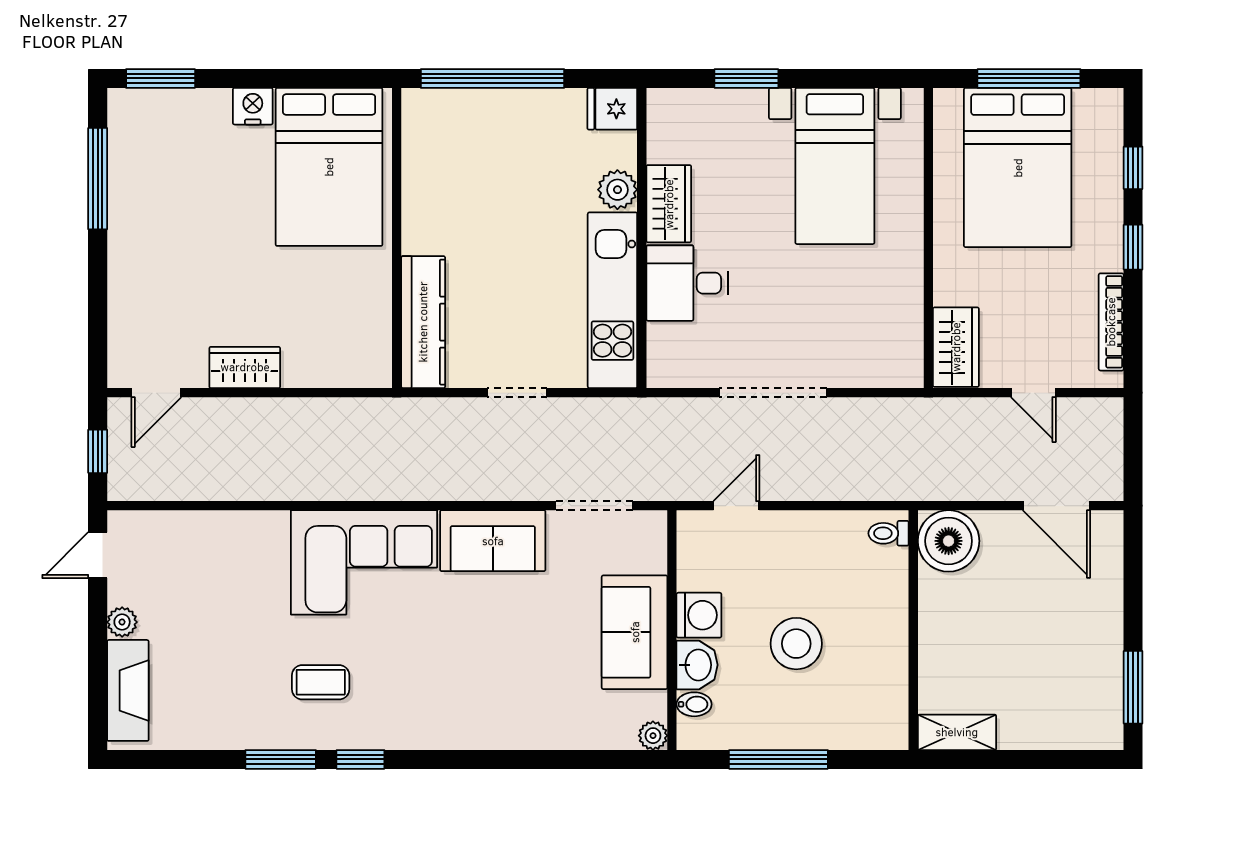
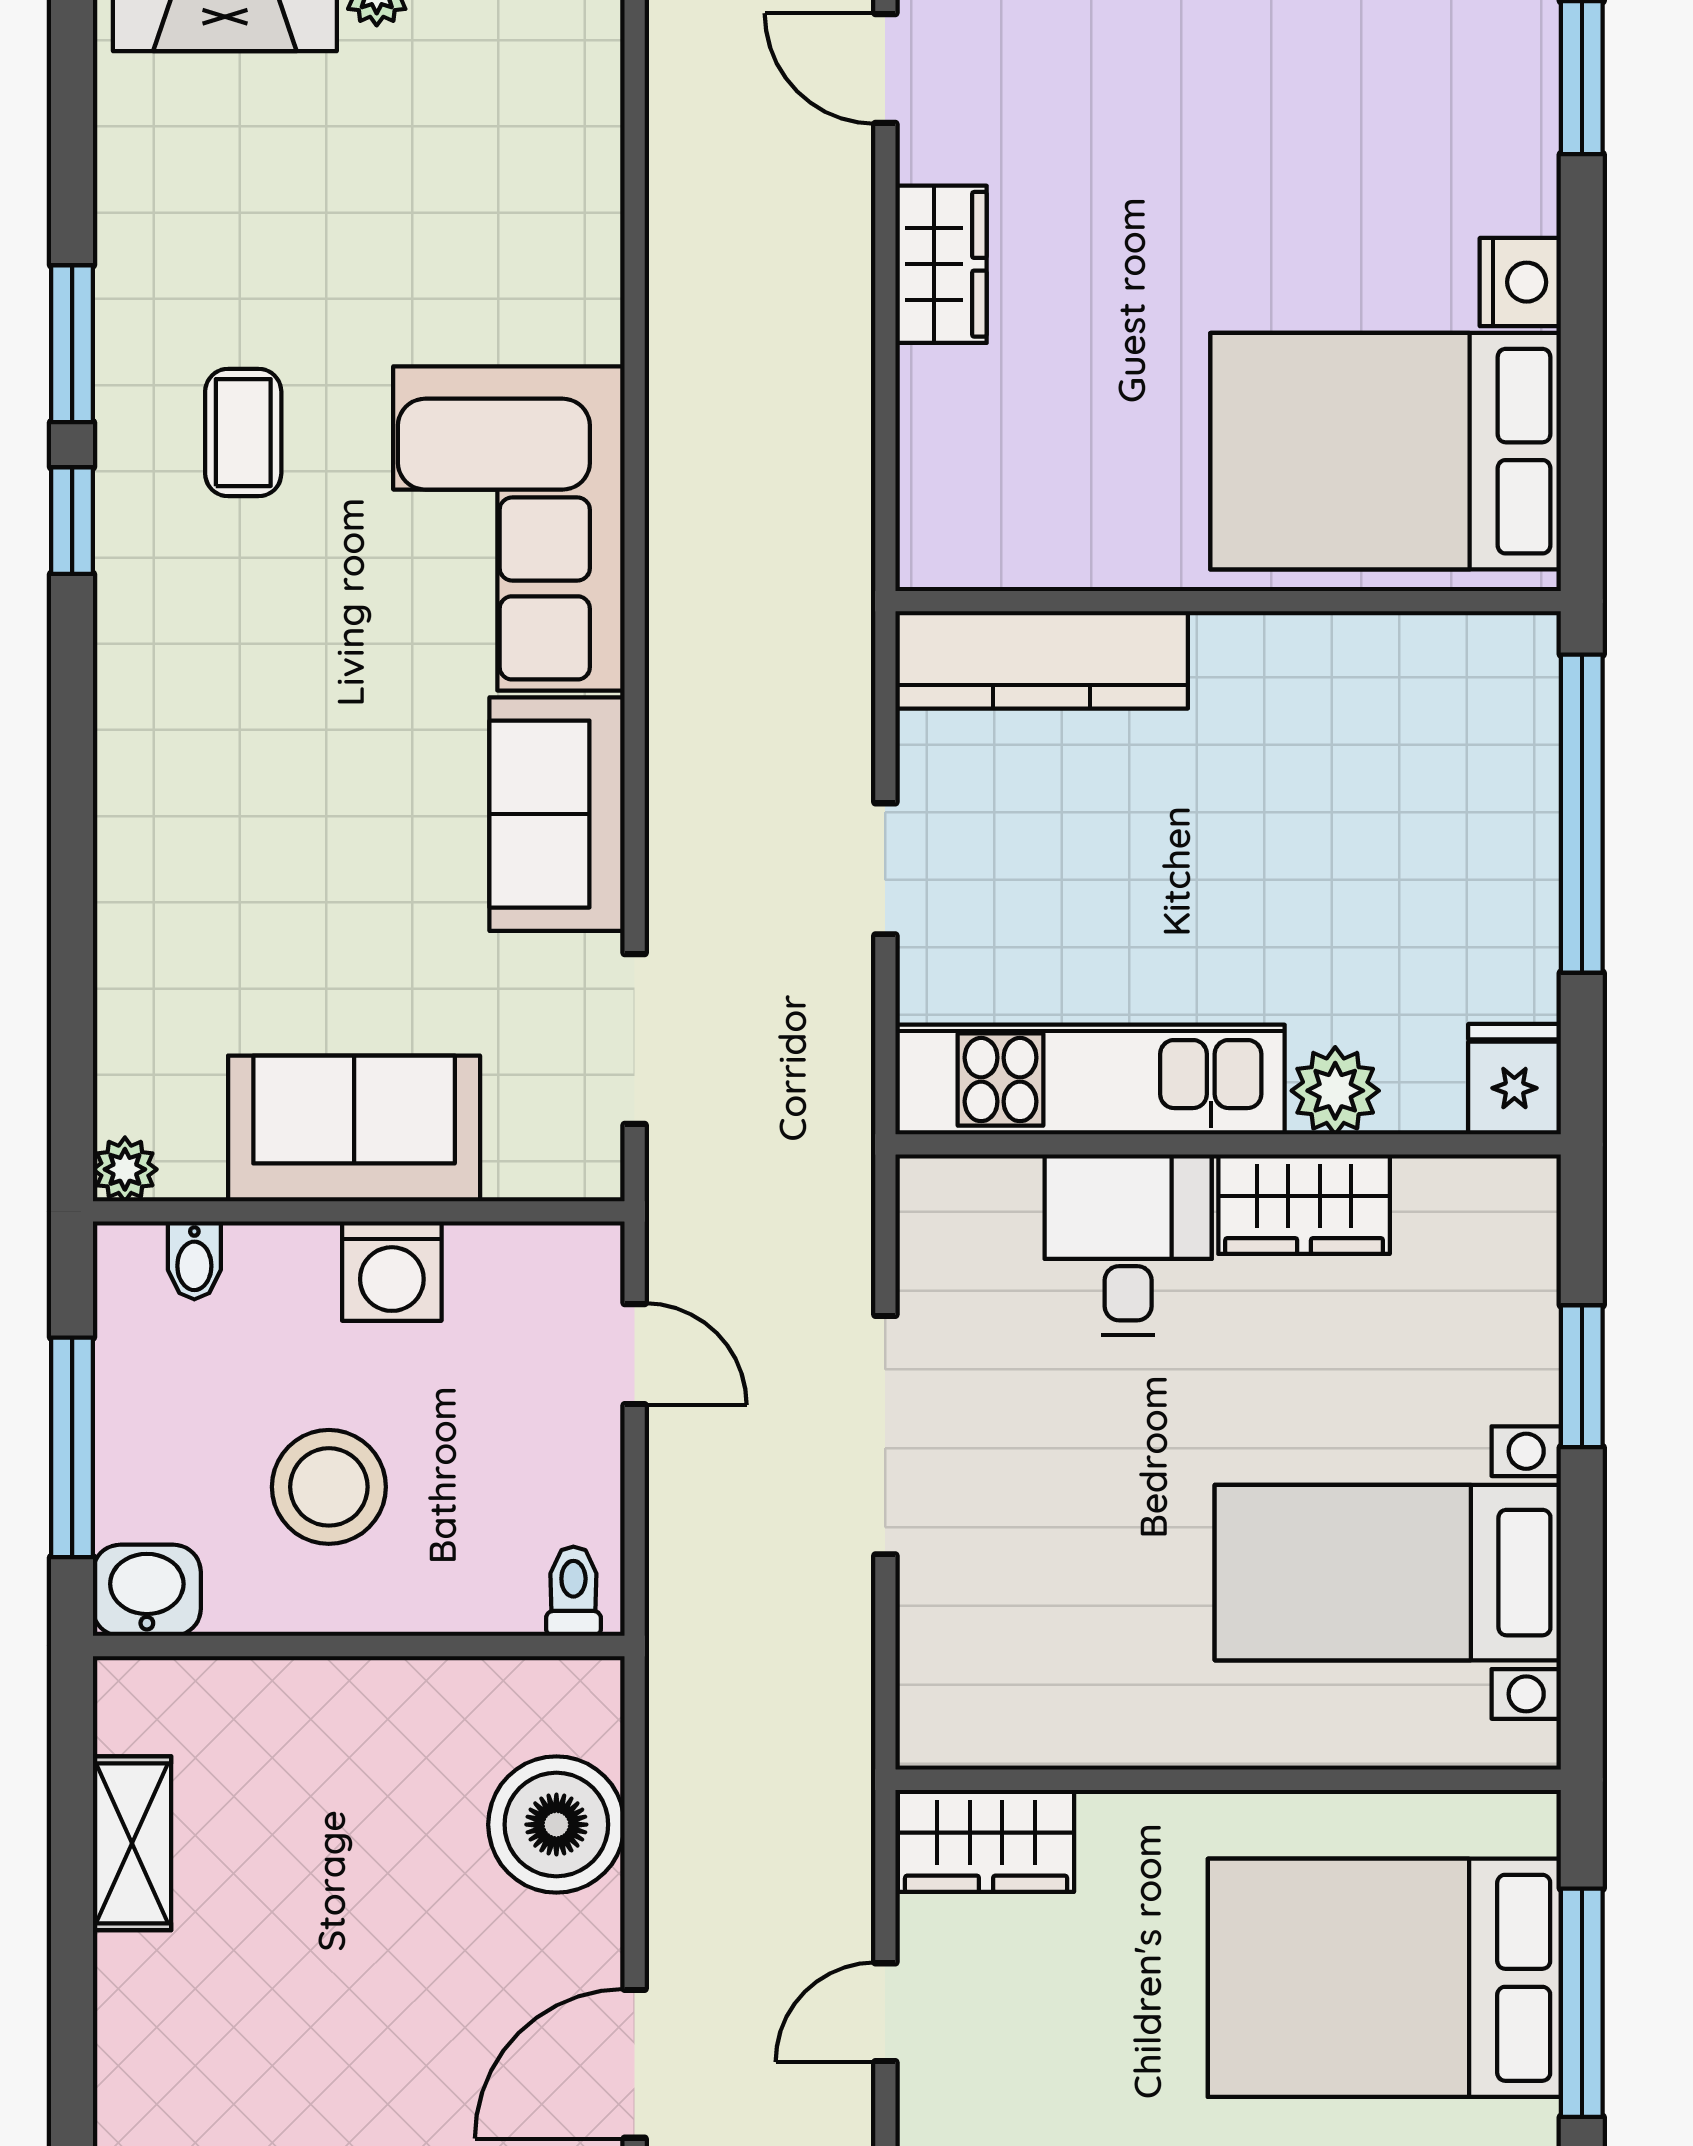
toilet: (889, 533) -> (573, 1591), moved
wall: (913, 630) -> (359, 1646), moved
washbasin: (697, 665) -> (147, 1590), moved, turned 180

